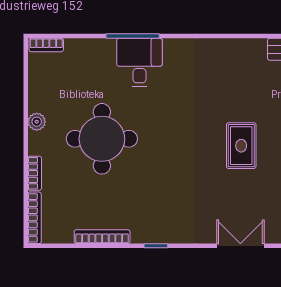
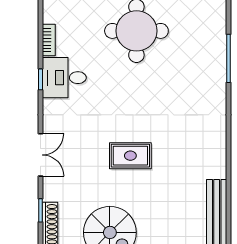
desk: (139, 63) -> (64, 78), moved, turned 180
bookcase: (102, 237) -> (49, 40), width x0.64

